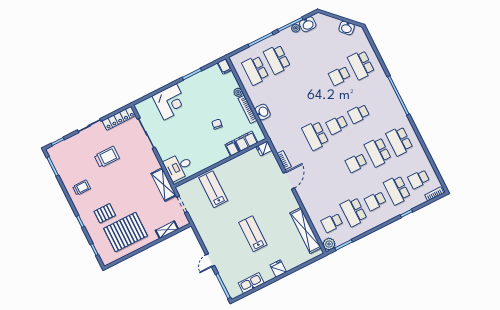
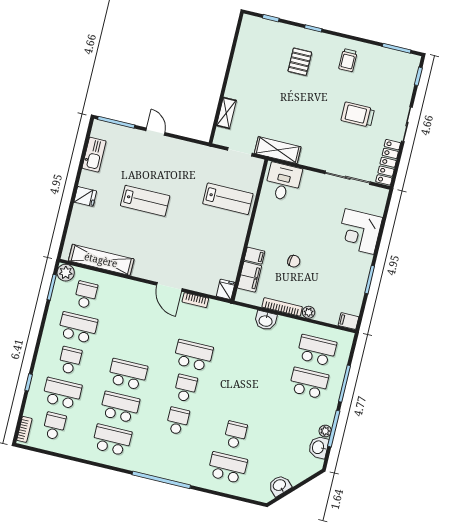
trolley: (107, 157) -> (358, 115), turned 90
school desk: (356, 163) -> (128, 374), width x1.85
pallet: (126, 232) -> (261, 67), removed

